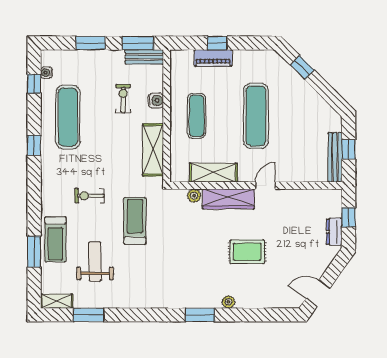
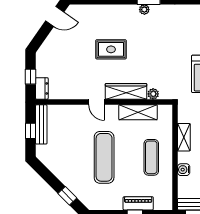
shelving: (153, 150) -> (184, 137), width x0.67, depth x0.75
door: (265, 186) -> (97, 102), hinge flipped
dresser: (334, 232) -> (42, 88), moved
plant: (228, 302) -> (144, 10), moved

